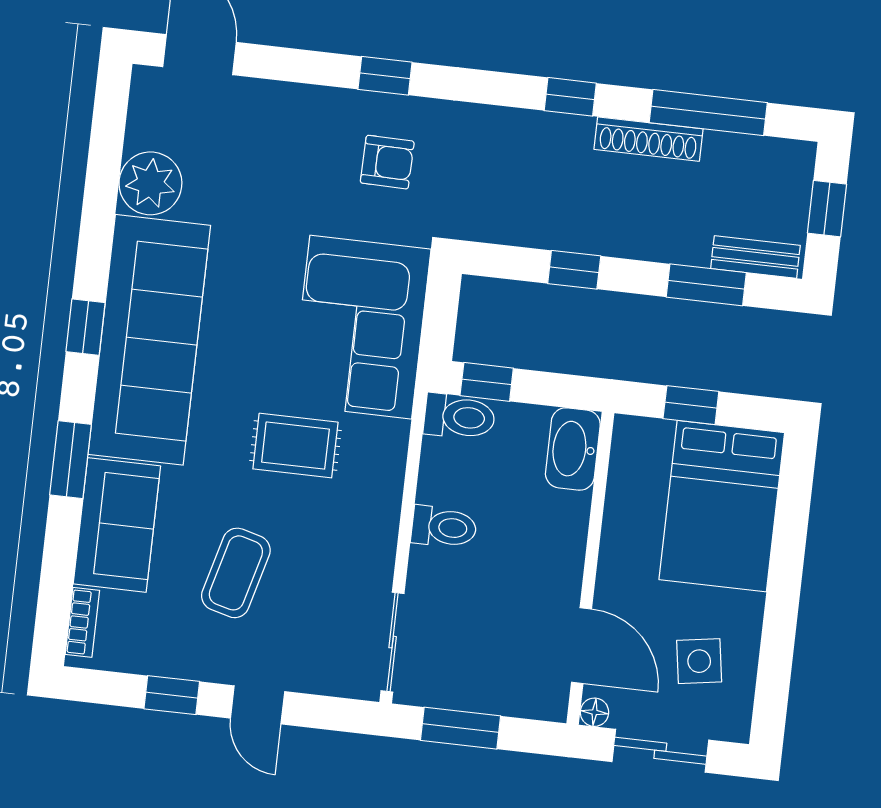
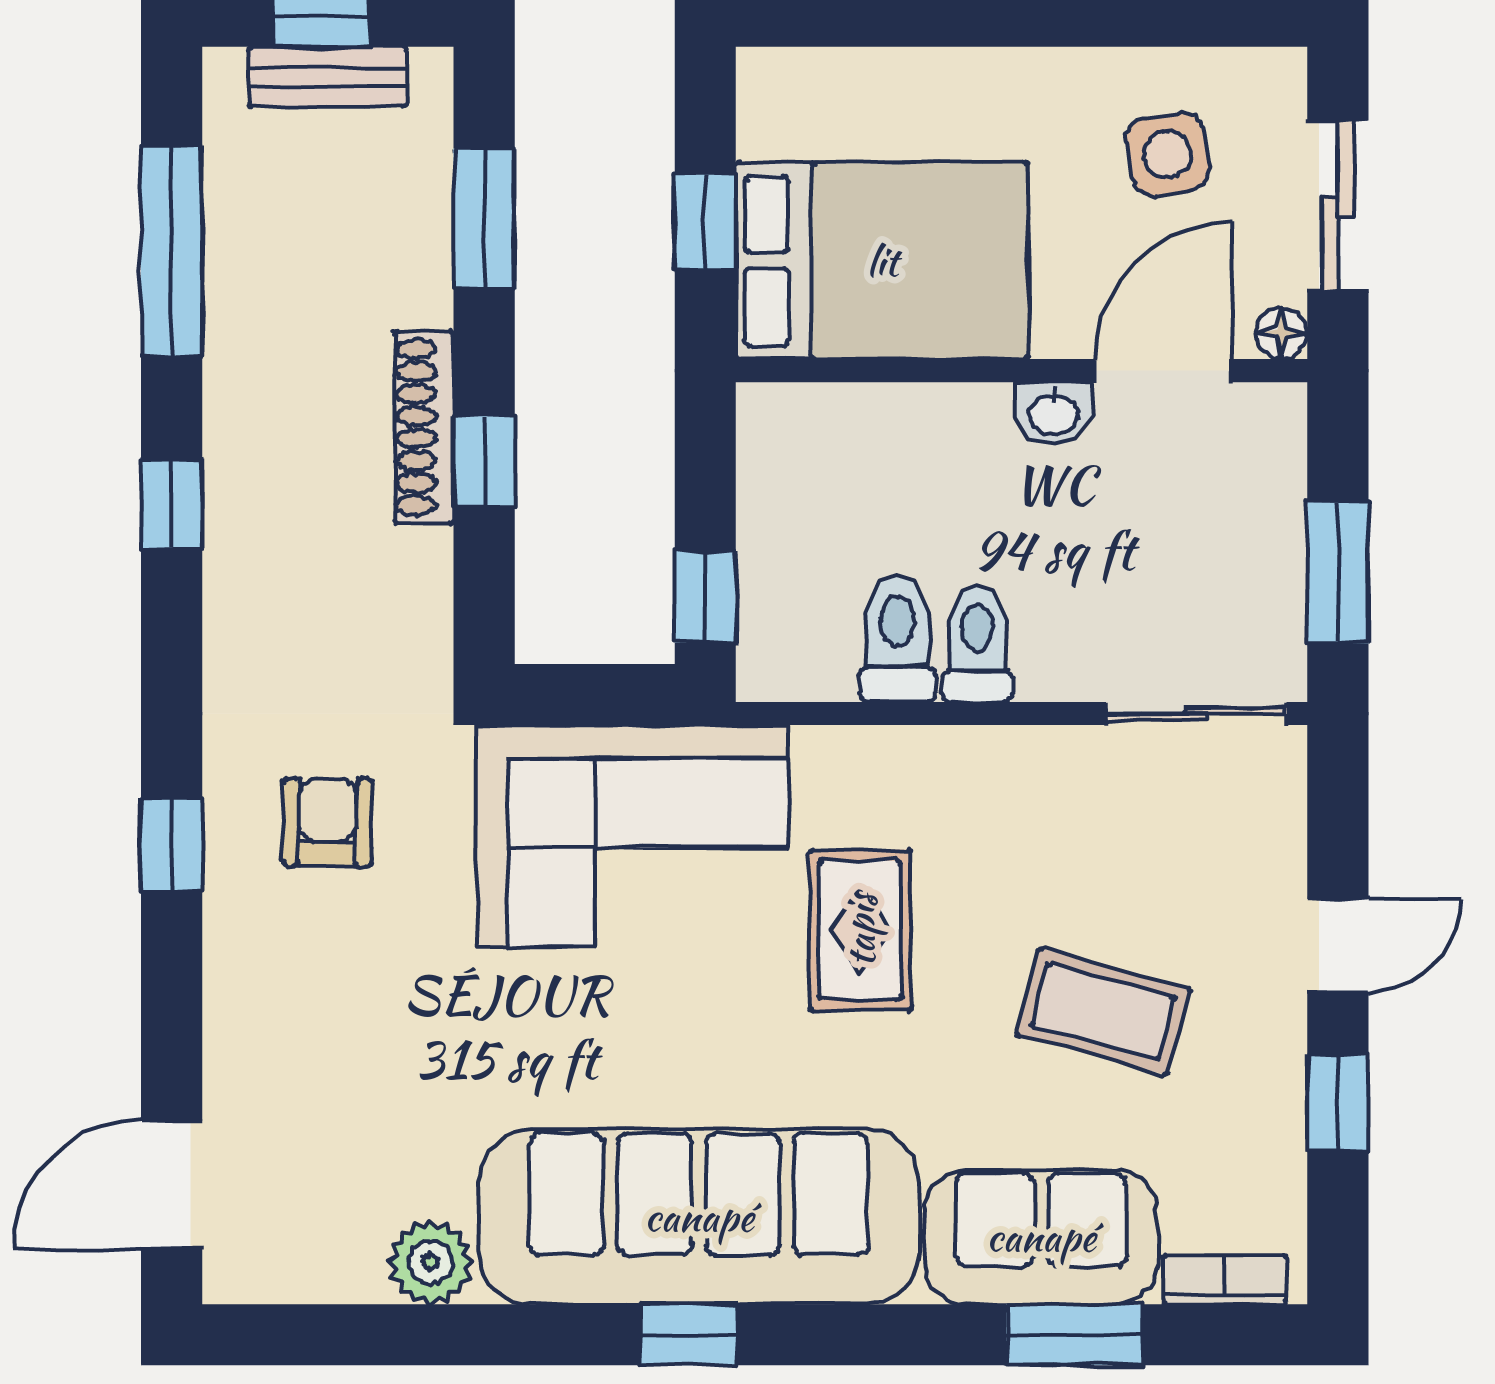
shoe rack: (648, 139) -> (424, 427), moved, turned 180
plant: (150, 183) -> (430, 1262), width x0.73, depth x0.73
bench: (755, 257) -> (327, 77), moved, turned 90
toilet: (459, 417) -> (897, 639), moved
washbasin: (573, 449) -> (1053, 413), moved, width x0.52, depth x0.69
window: (70, 460) -> (1074, 1335), moved
bed: (722, 506) -> (882, 261), moved

